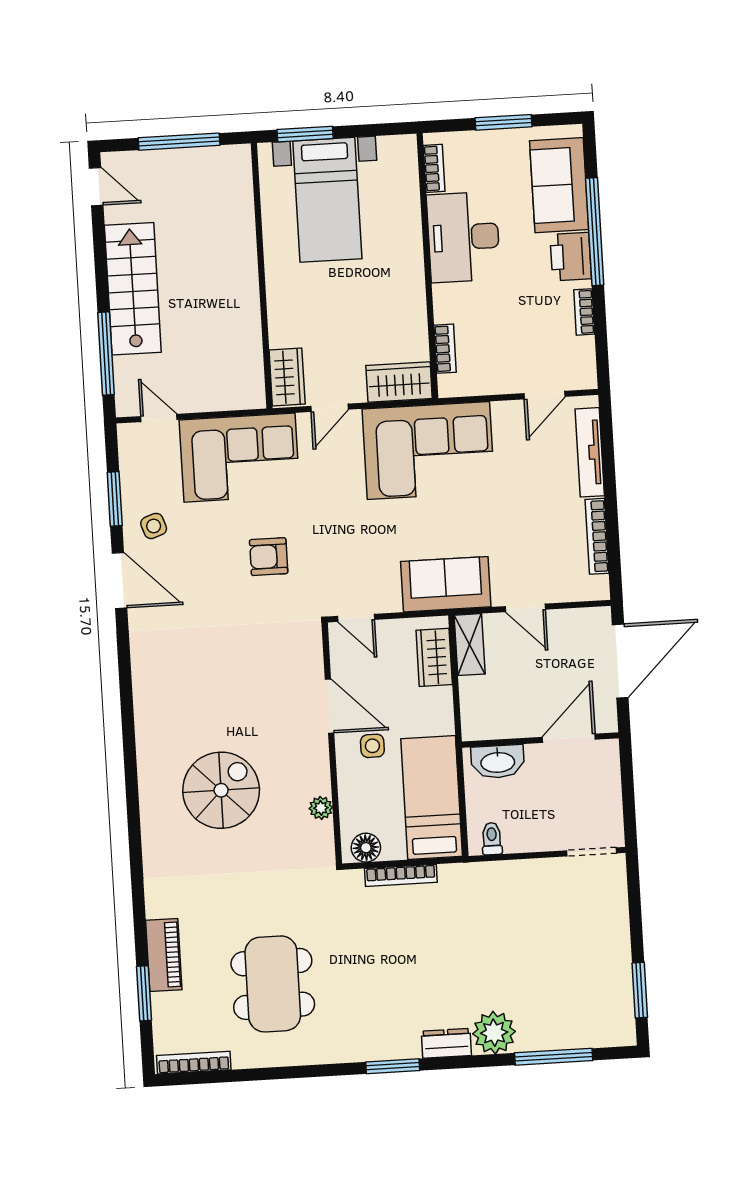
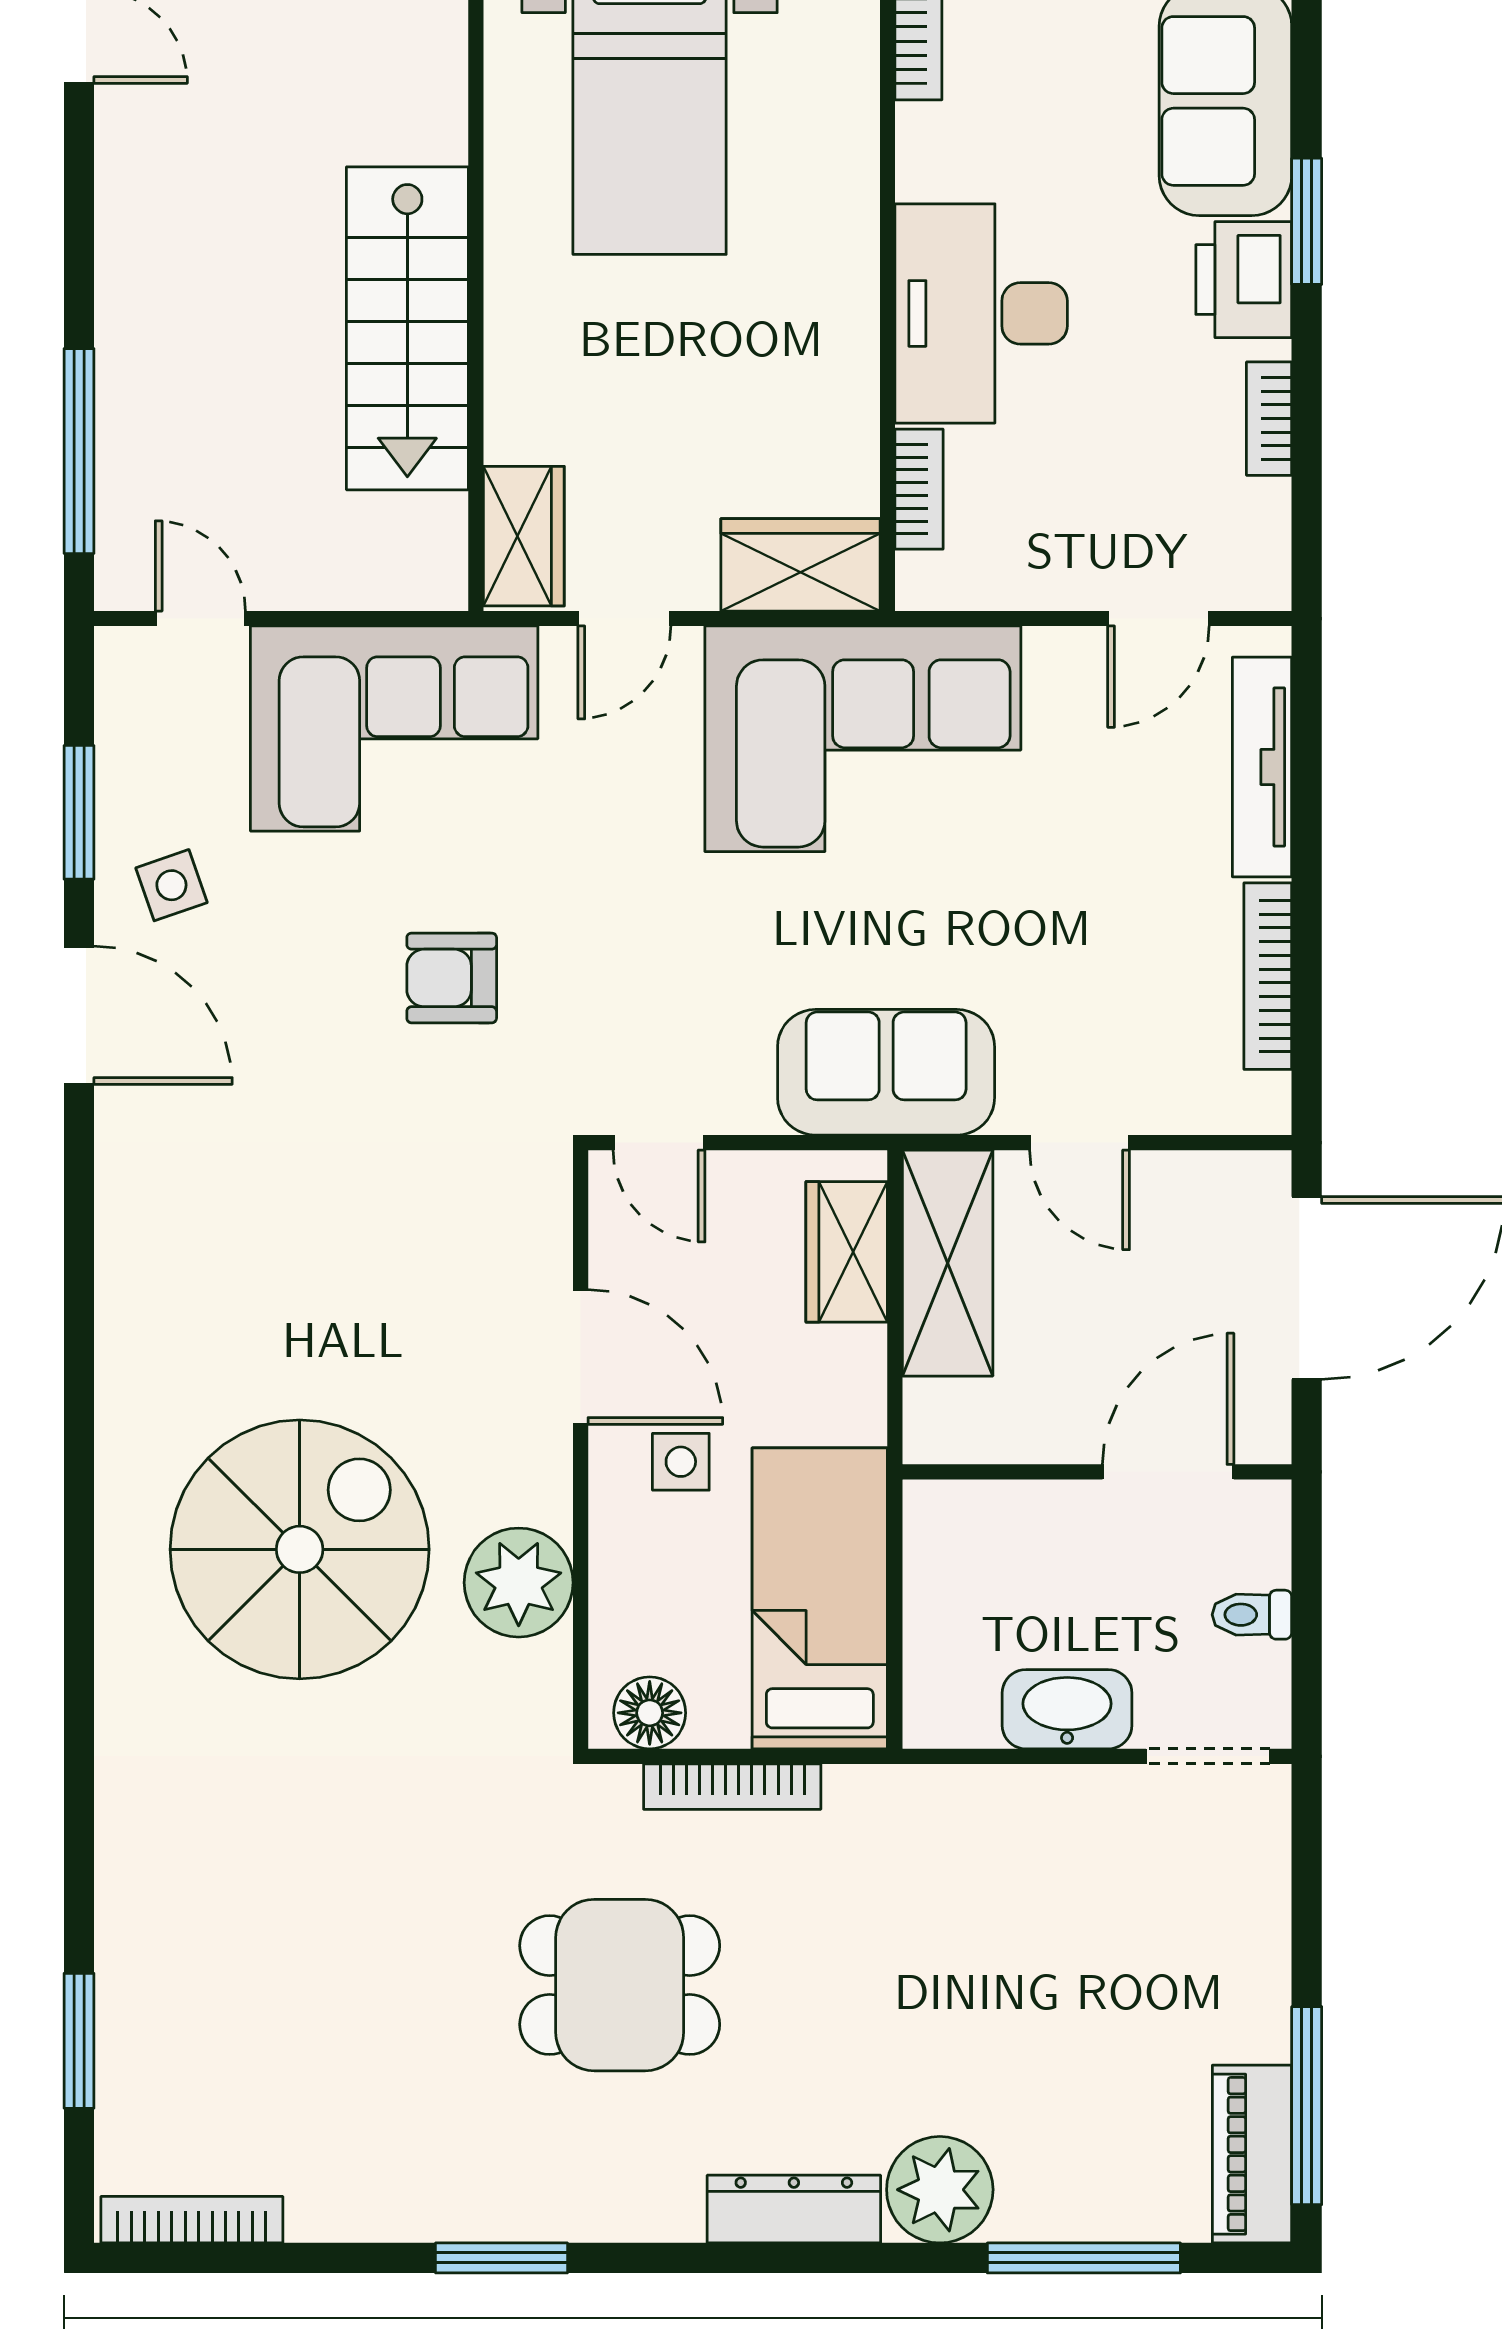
window: (595, 232) -> (1307, 221), width x0.47
desk: (463, 237) -> (981, 313), moved
stairs: (133, 289) -> (407, 328), moved, turned 180
shelving: (470, 645) -> (948, 1263), width x1.50, depth x1.33
washbasin: (498, 762) -> (1067, 1709), moved, turned 180
spiral stairs: (221, 790) -> (300, 1549), width x1.37, depth x1.37
plant: (321, 808) -> (519, 1583), width x1.87, depth x1.87
toilet: (492, 839) -> (1252, 1615), moved, turned -90
piano: (164, 955) -> (1252, 2154), moved, turned 180
dining table: (273, 984) -> (620, 1985), moved, width x0.73
window: (640, 990) -> (1307, 2106), width x1.44
dresser: (446, 1043) -> (794, 2209), width x1.44
window: (393, 1066) -> (501, 2258), moved

